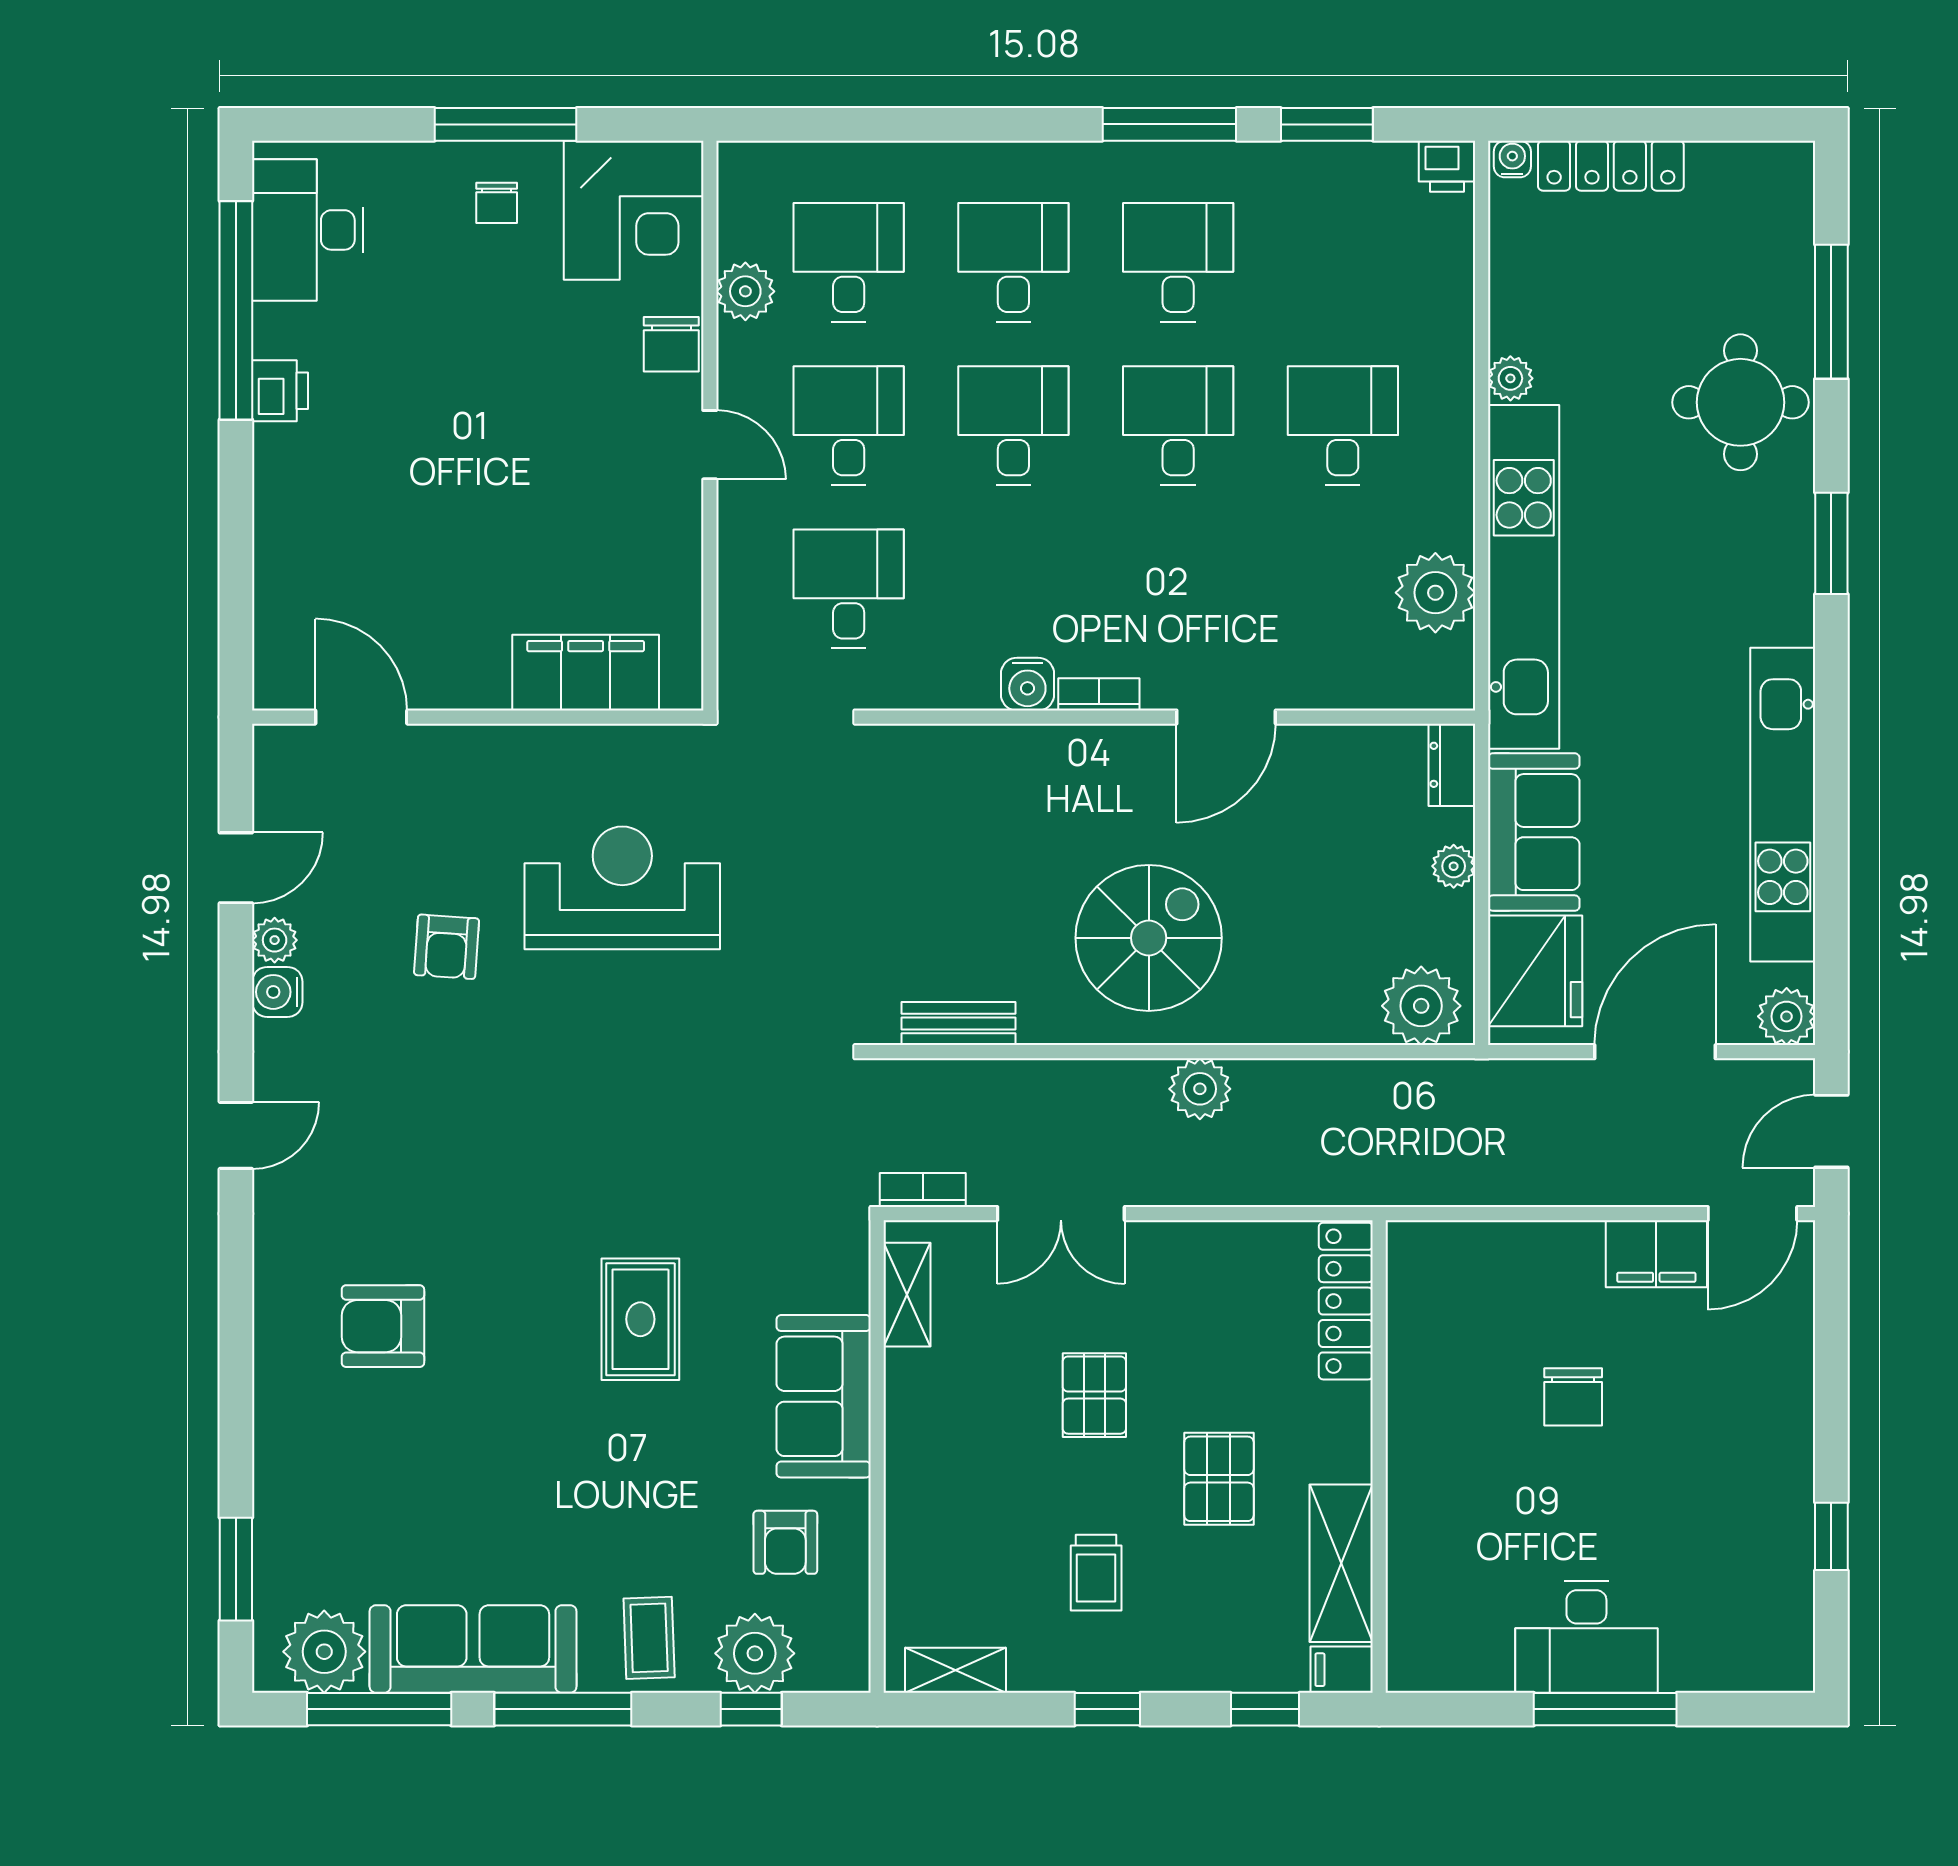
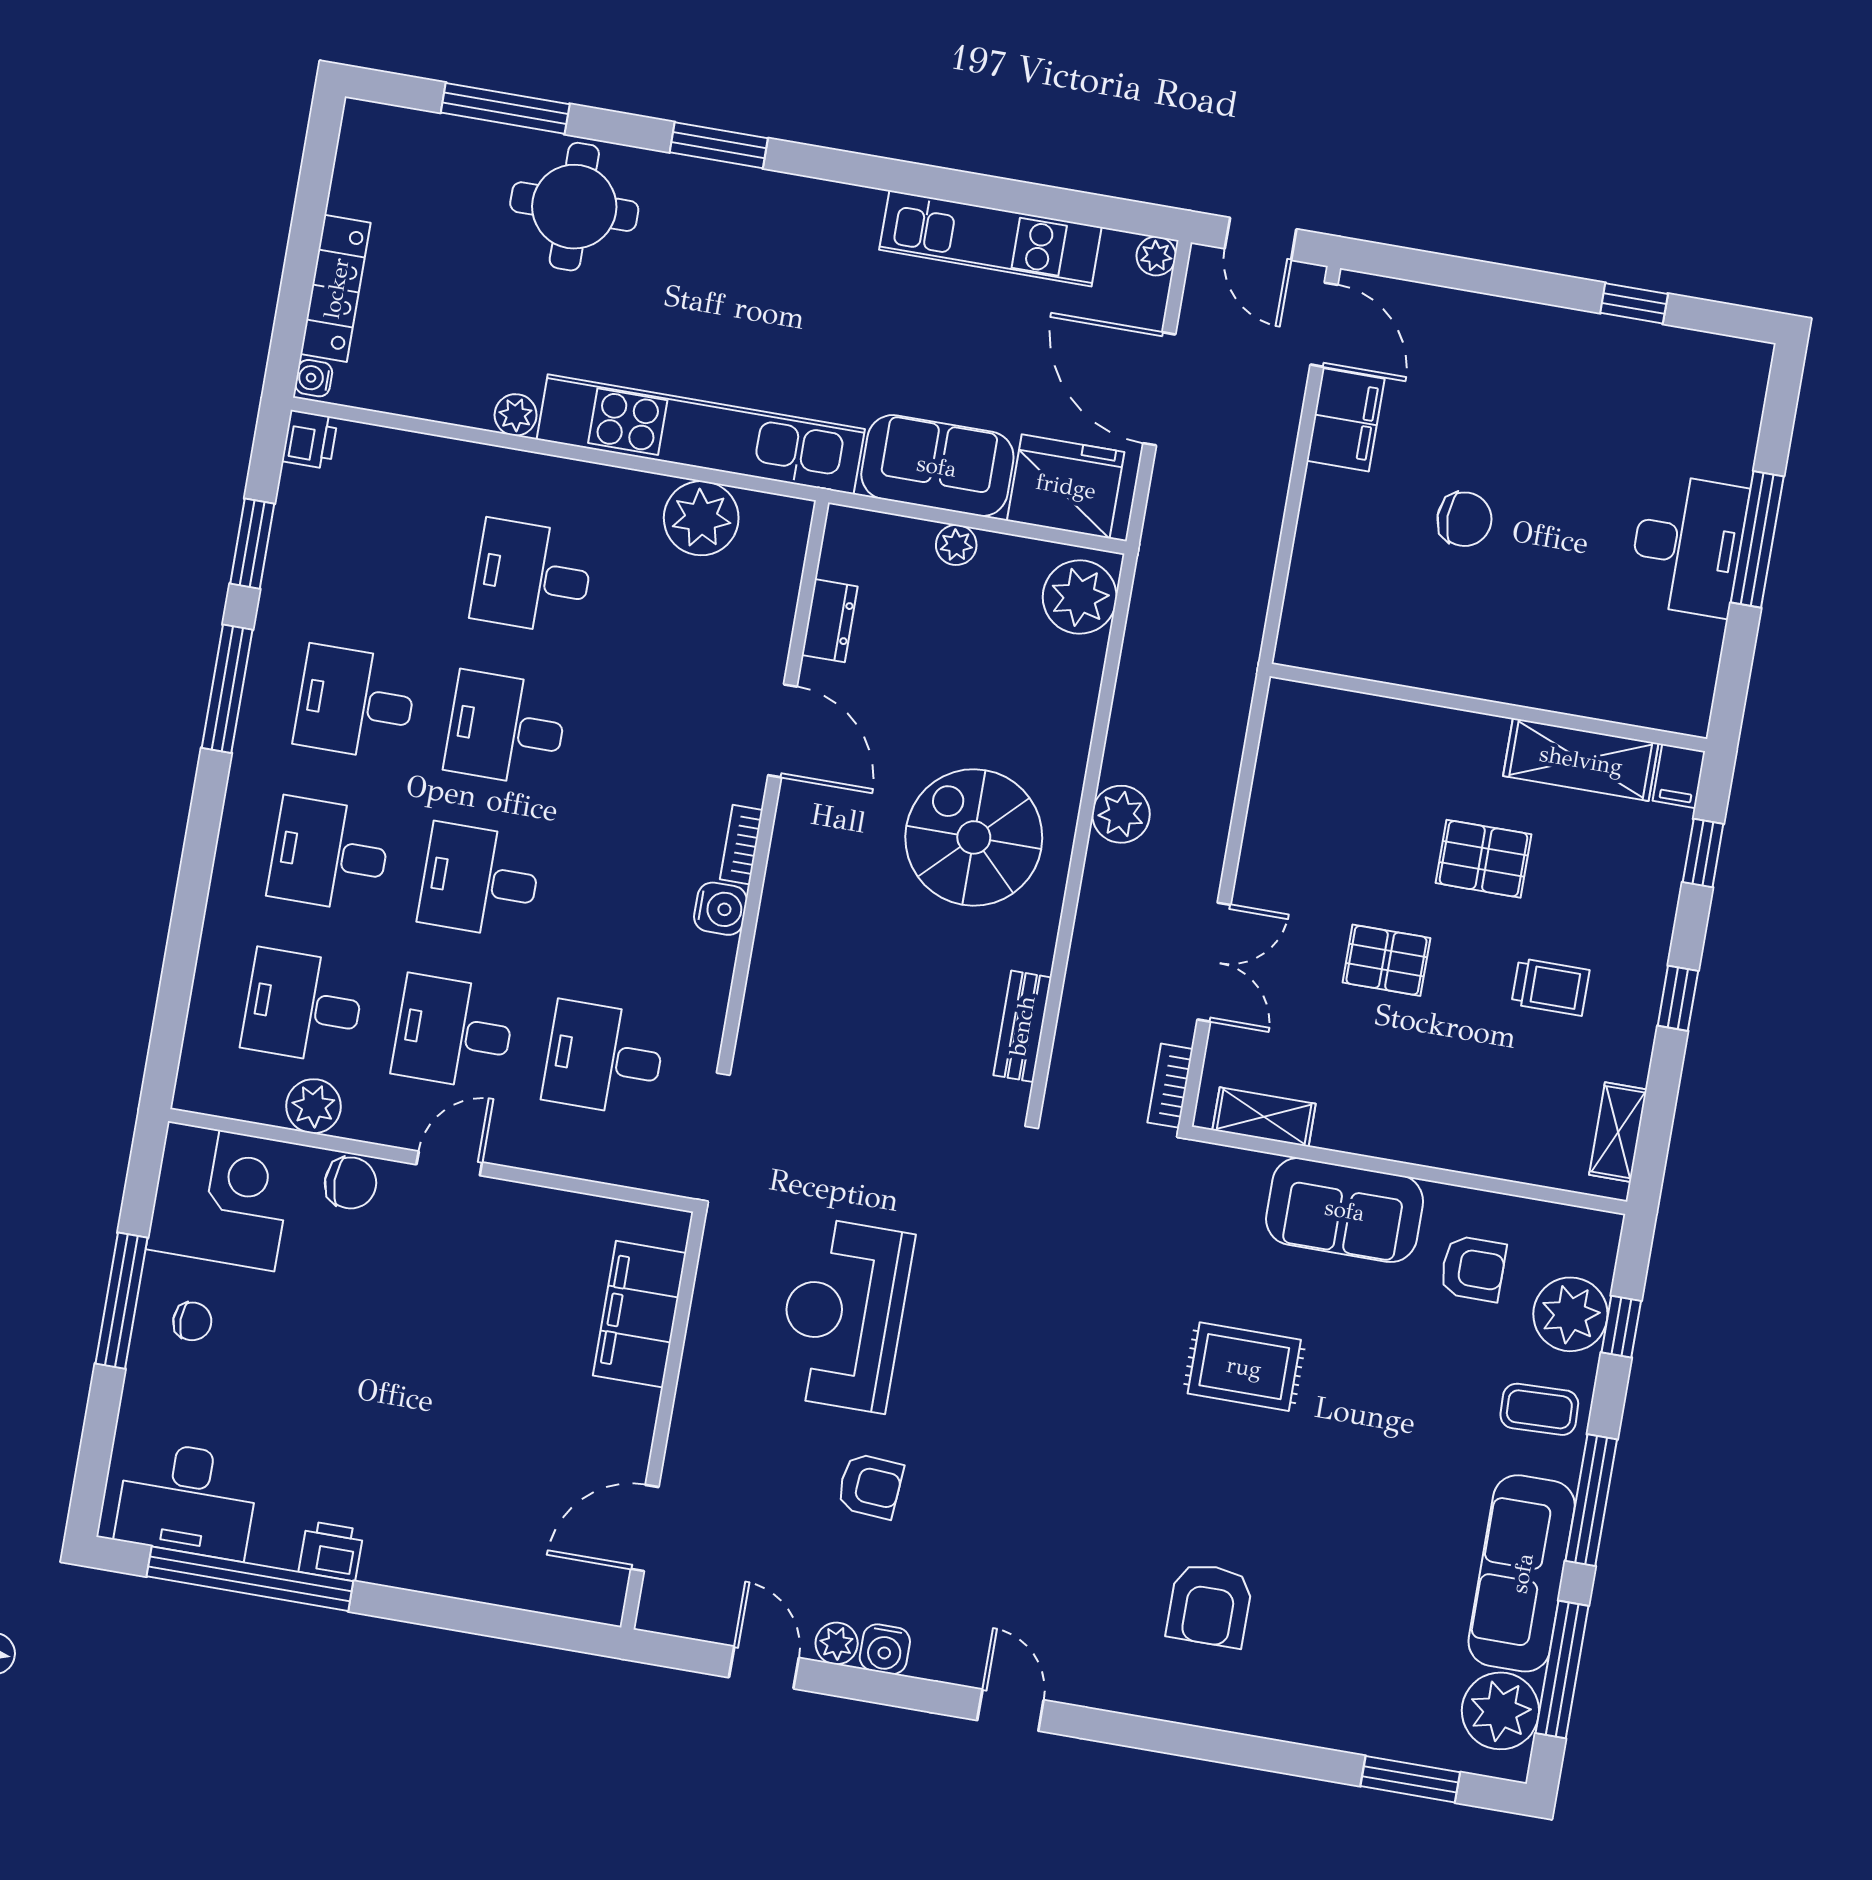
dresser: (1452, 765) -> (830, 621), moved, turned -90
kitchen unit: (1783, 805) -> (990, 238), width x0.73
plant: (1787, 1016) -> (1156, 256), width x0.73, depth x0.73
locker: (1346, 1301) -> (1340, 714), removed

